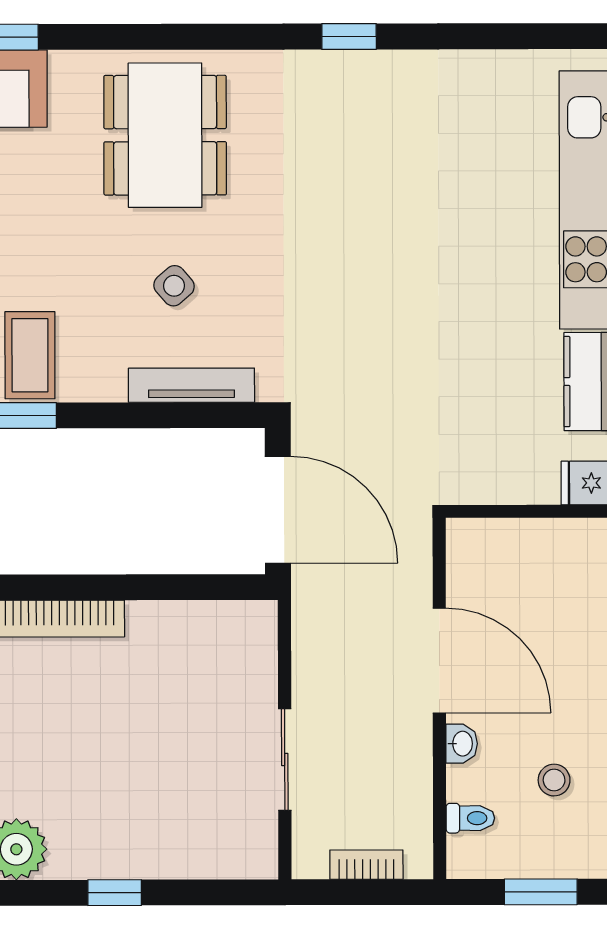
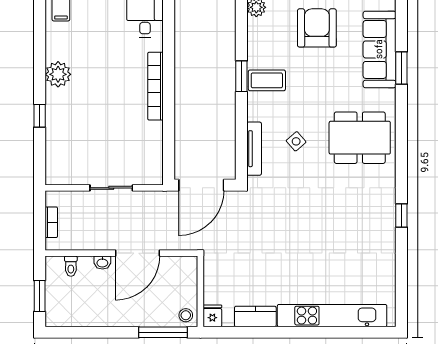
sliding door: (285, 759) -> (111, 188), moved
stool: (554, 780) -> (186, 315), moved

